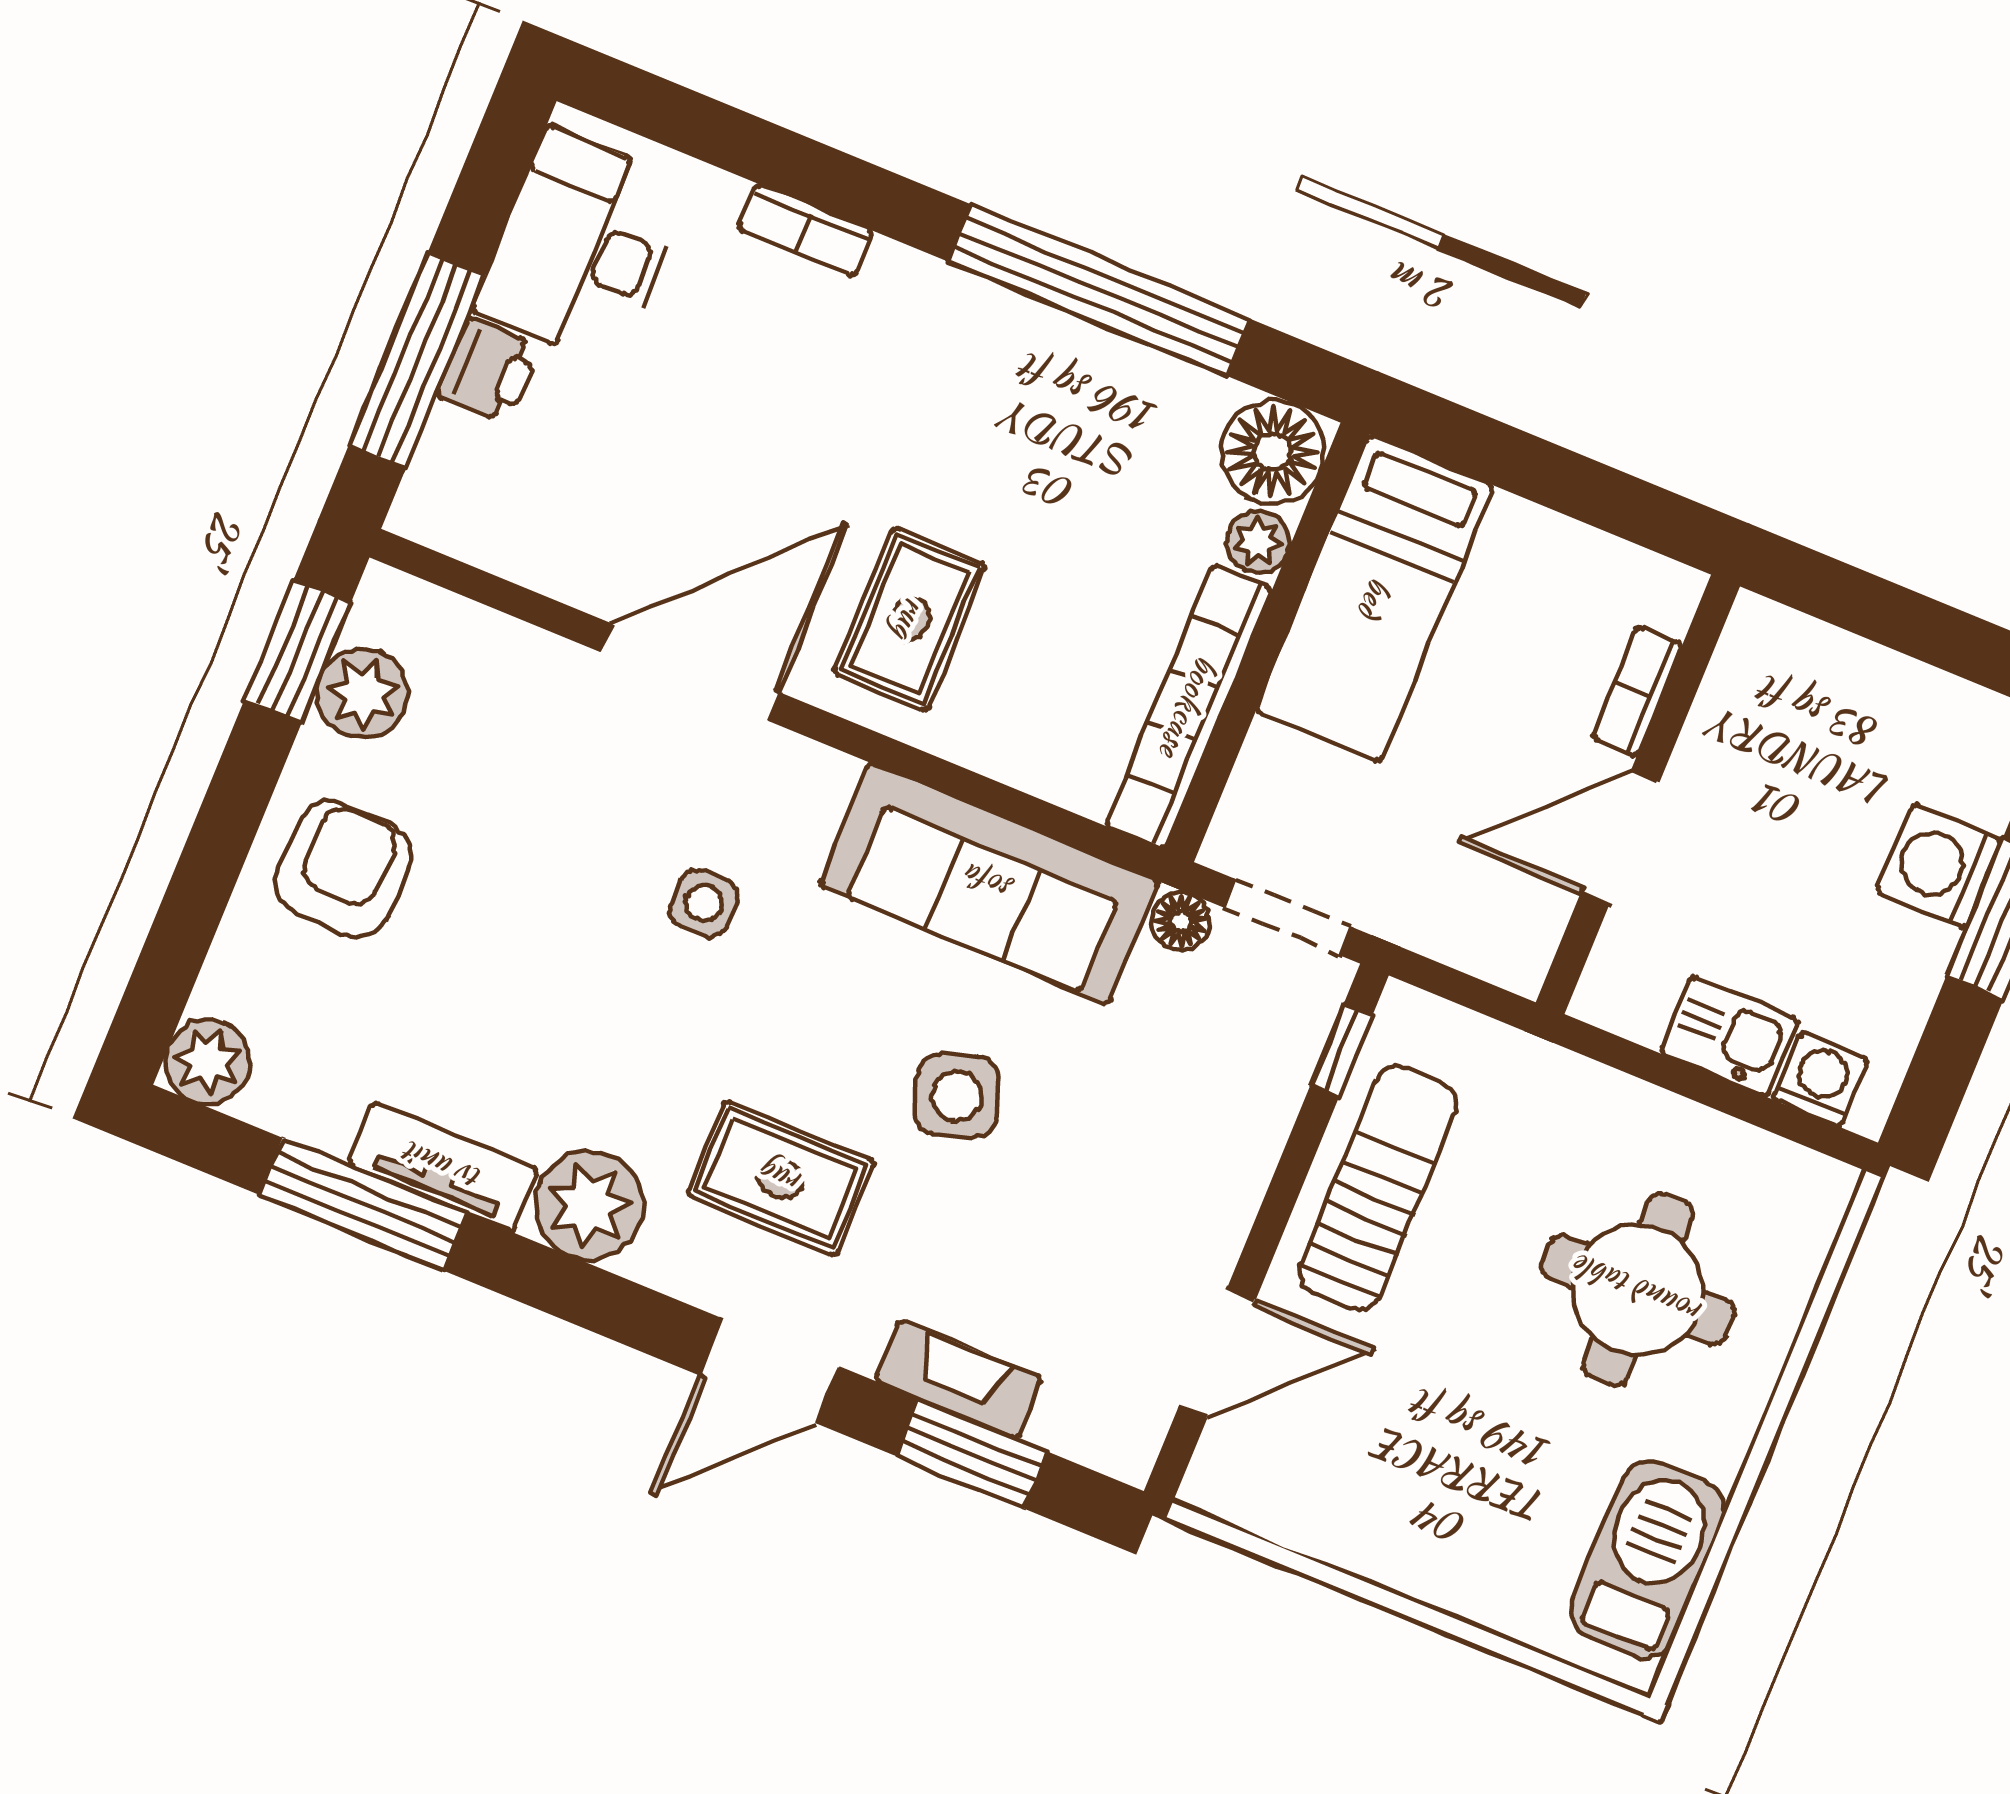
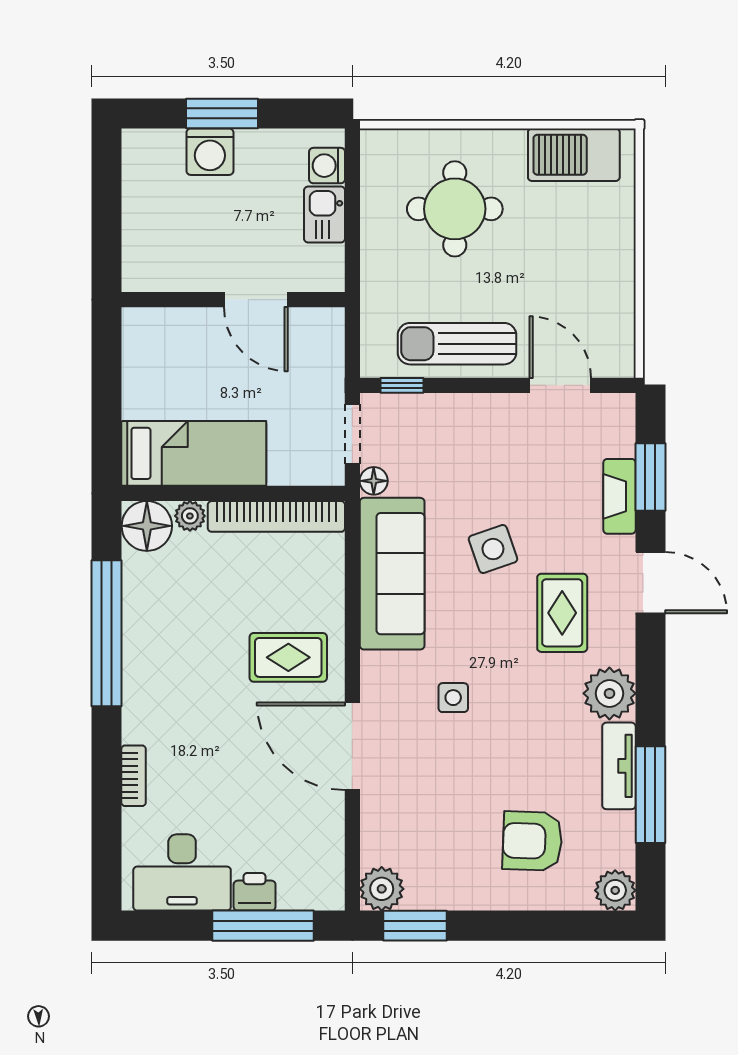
bookcase: (1637, 691) -> (187, 319), removed
plant: (362, 693) -> (382, 889), moved
armchair: (344, 869) -> (532, 841), moved

